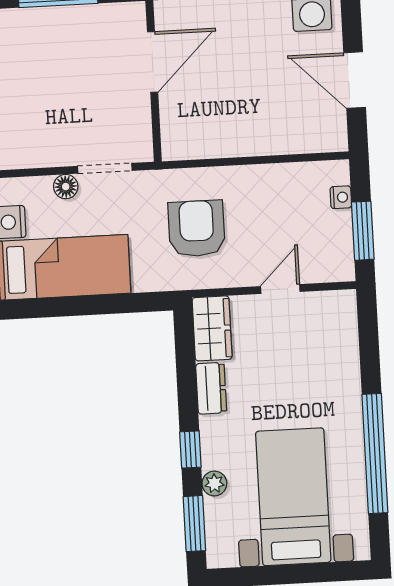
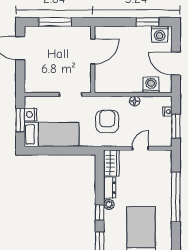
washing machine: (298, 135) -> (151, 85), added
floor lamp: (66, 187) -> (135, 101), moved
window: (375, 454) -> (176, 197), moved
plant: (214, 483) -> (109, 204), moved

